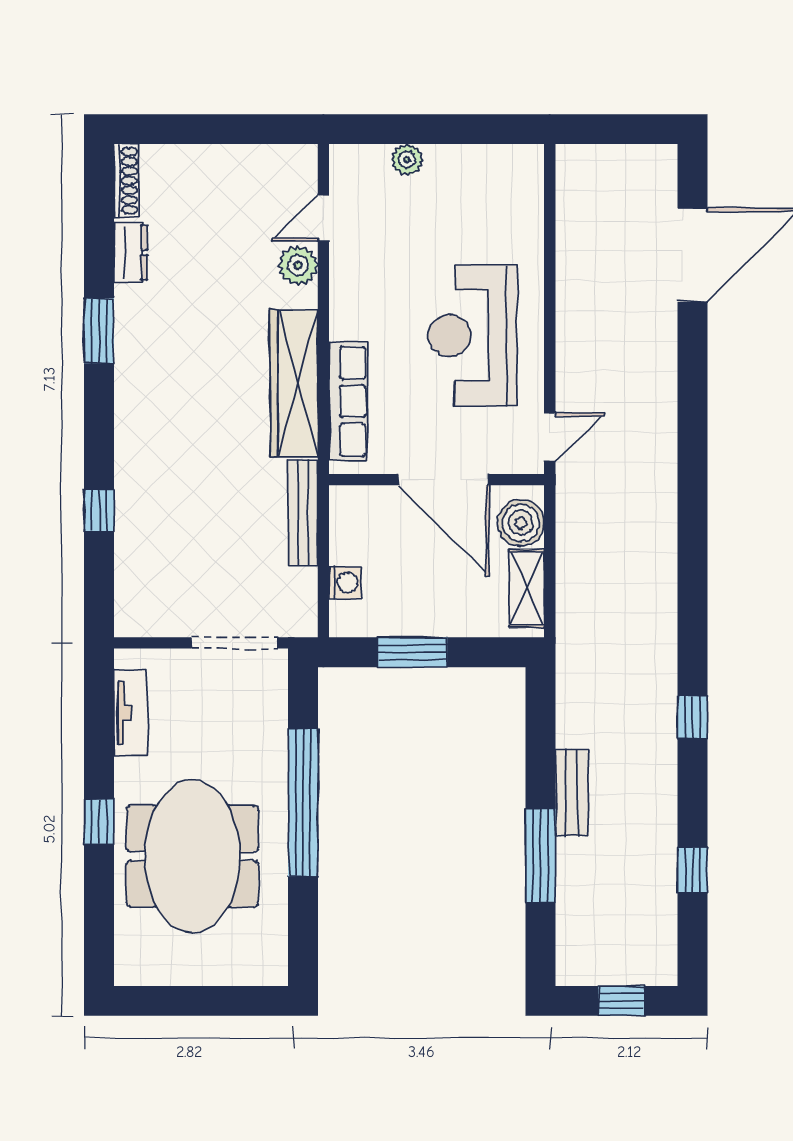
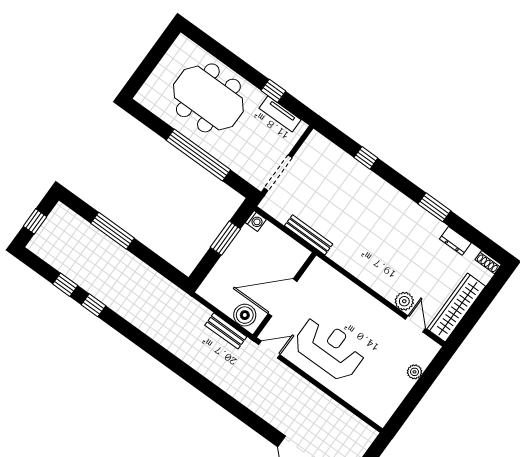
shoe rack: (126, 181) -> (488, 262), width x0.70
wardrobe: (294, 383) -> (456, 308), moved, turned -90
row of seats: (348, 401) -> (339, 283), removed
door: (550, 437) -> (269, 350), swing flipped
washing machine: (345, 583) -> (256, 221), moved, turned -90
shelving: (527, 588) -> (218, 299), removed
window: (693, 717) -> (93, 305), moved
bench: (572, 793) -> (226, 331), moved
window: (99, 822) -> (273, 91), moved

